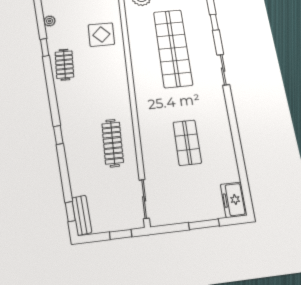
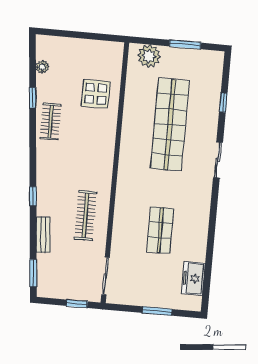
freezer: (234, 200) -> (193, 278), moved
window: (70, 212) -> (33, 273), width x1.50
bench: (82, 215) -> (43, 235), moved

